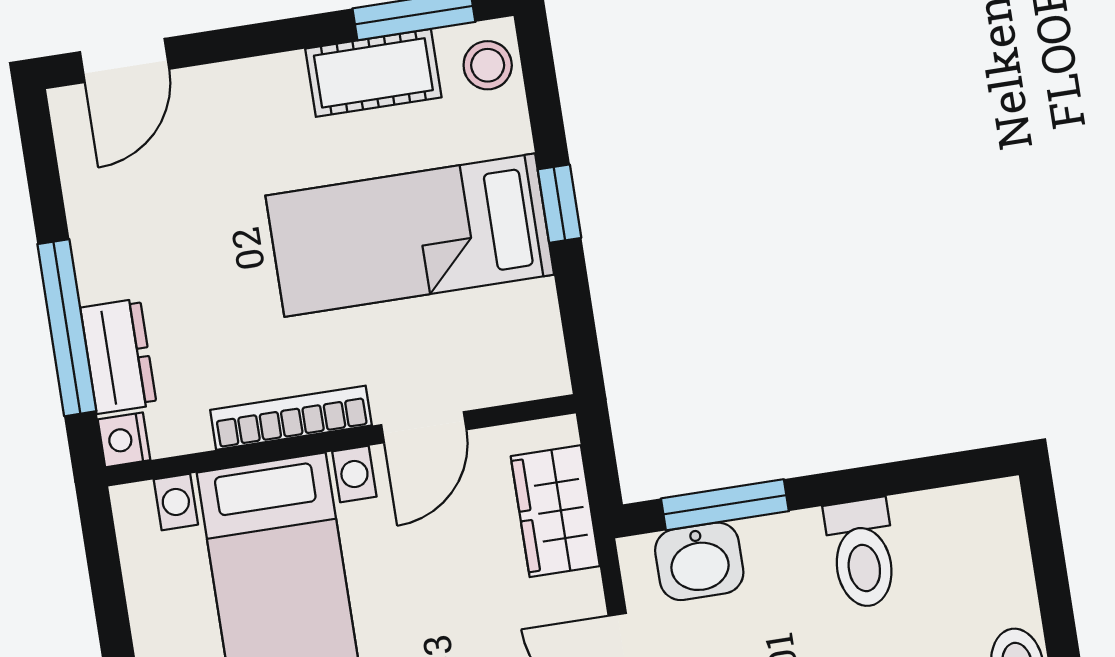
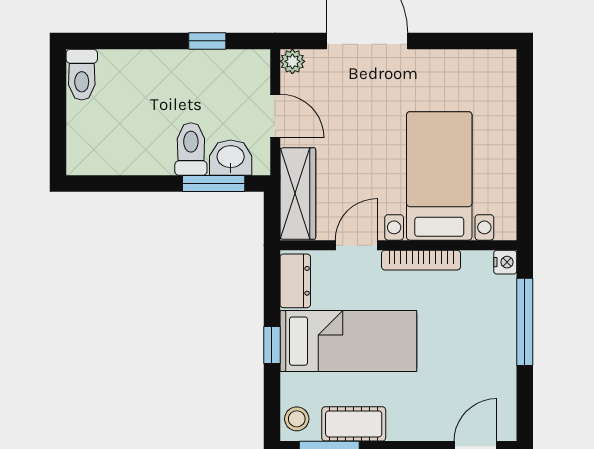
dresser: (118, 356) -> (295, 281), moved, turned 180
wardrobe: (555, 511) -> (298, 194), width x1.50
toilet: (862, 553) -> (191, 149), moved

